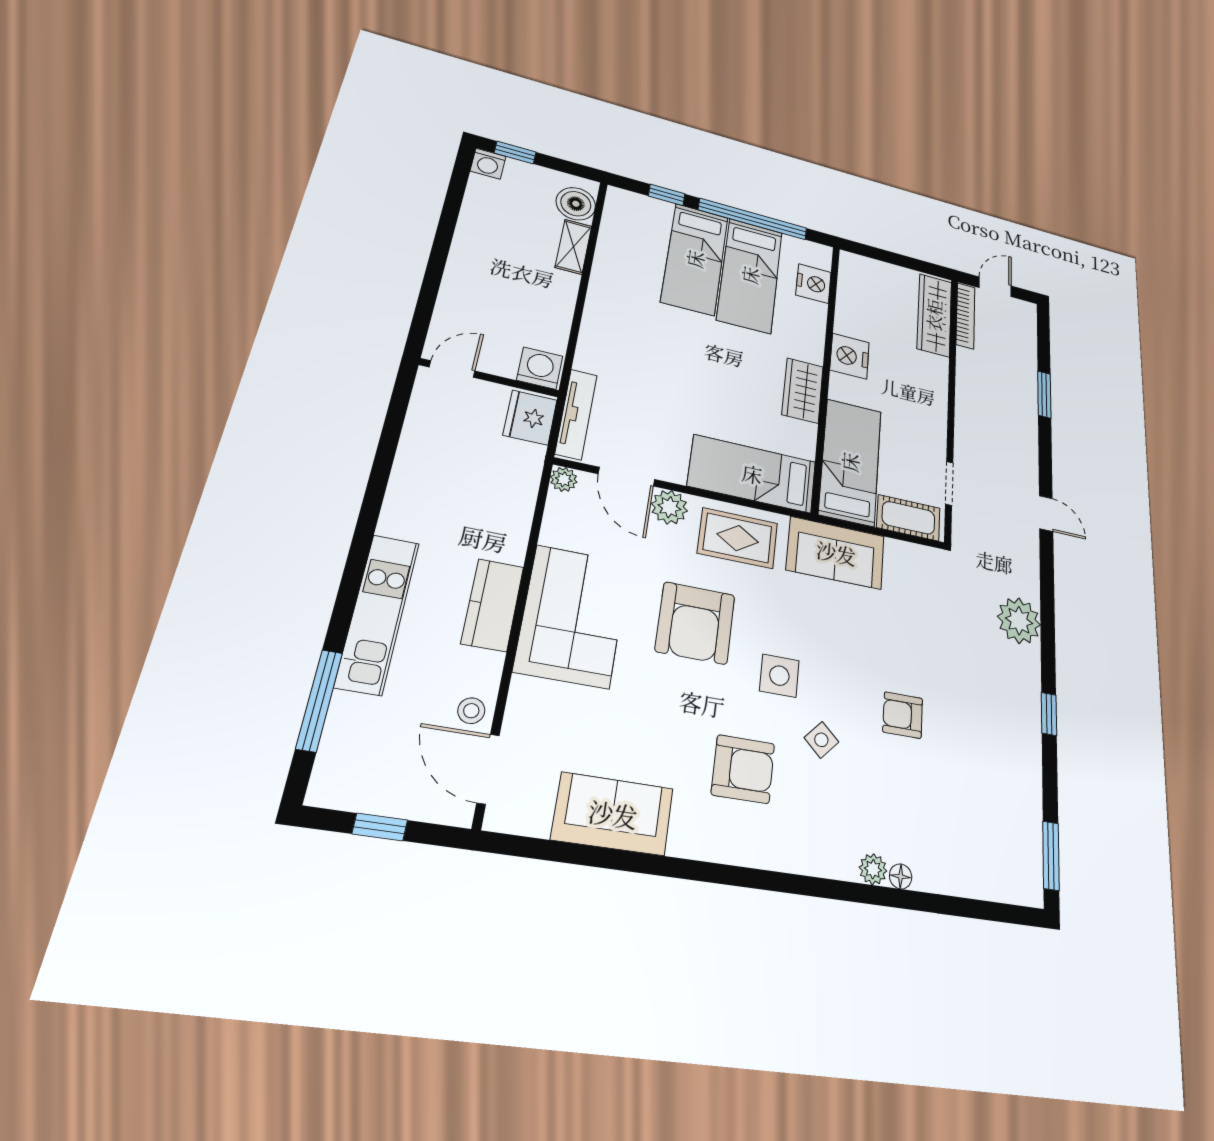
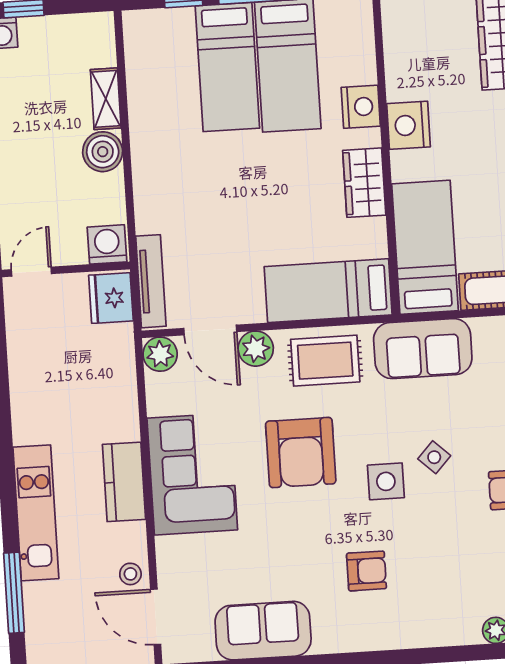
boiler: (576, 204) -> (103, 152), moved
nightstand: (814, 284) -> (361, 107), moved
plant: (564, 479) -> (160, 354), width x1.38, depth x1.38
side table: (821, 740) -> (434, 457), moved
armchair: (743, 769) -> (366, 571), width x0.72, depth x0.72

